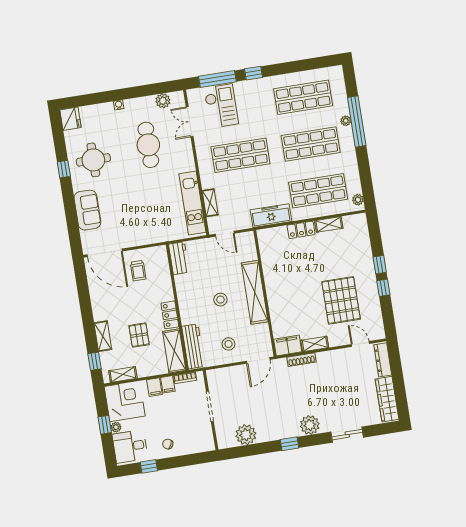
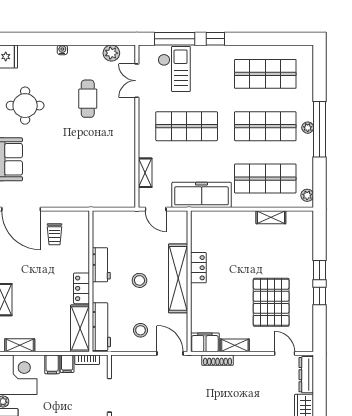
plant: (346, 121) -> (308, 128), moved
window: (357, 121) -> (320, 129), moved
cafe table: (148, 145) -> (88, 99), width x0.73, depth x0.74
kitchen unit: (192, 203) -> (126, 170), removed
freezer: (271, 216) -> (202, 195), width x1.36, depth x1.26
locker: (301, 230) -> (198, 268), moved, turned -90
workbench: (179, 258) -> (101, 265), moved
pallet: (139, 335) -> (44, 305), removed
door: (258, 360) -> (170, 353), swing flipped

